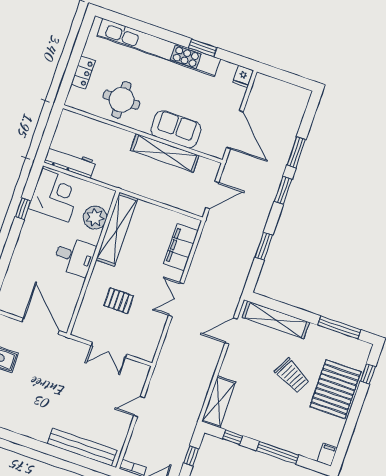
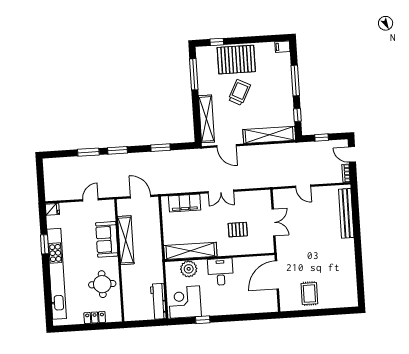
door: (235, 130) -> (90, 200), width x0.53
pallet: (119, 301) -> (238, 230), turned 90
shelving: (219, 402) -> (269, 135), width x1.47

